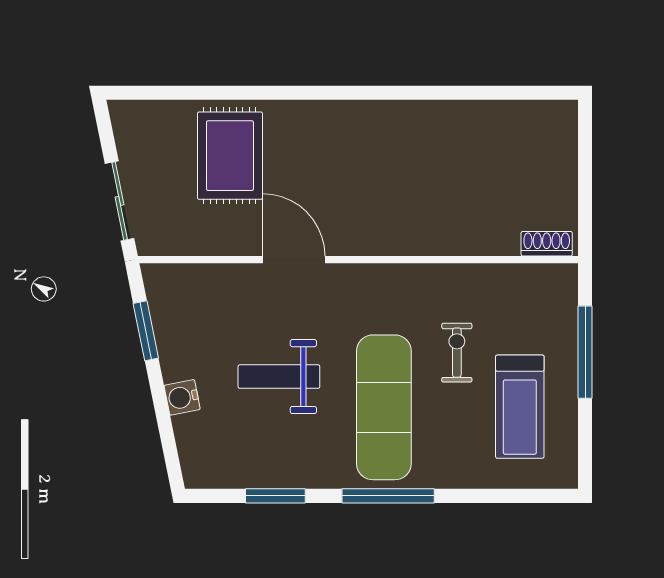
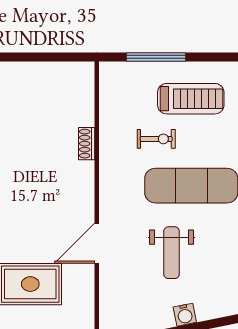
shoe rack: (547, 244) -> (87, 144), moved
exercise bike: (457, 353) -> (156, 139), turned 180

